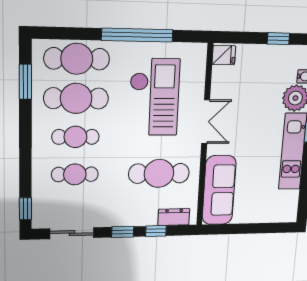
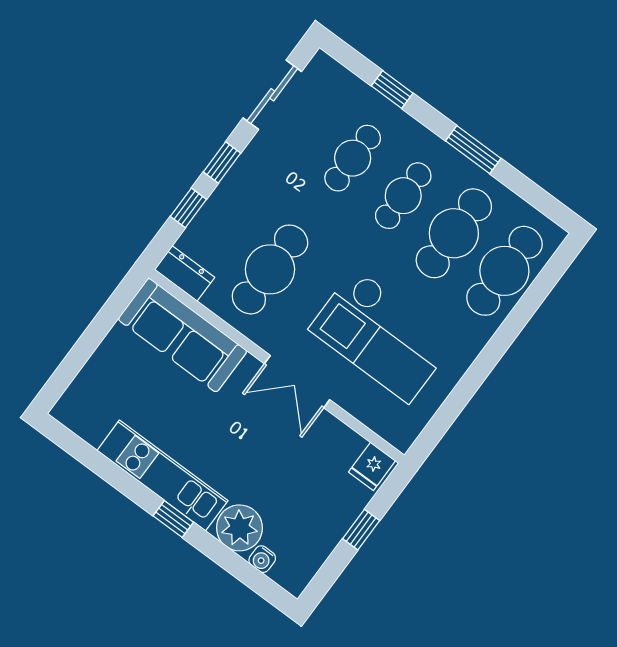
window: (137, 35) -> (480, 369), removed
window: (278, 39) -> (361, 530), moved
window: (25, 82) -> (473, 150), moved
window: (25, 209) -> (392, 90), moved
dresser: (174, 217) -> (185, 273), moved, turned -90

